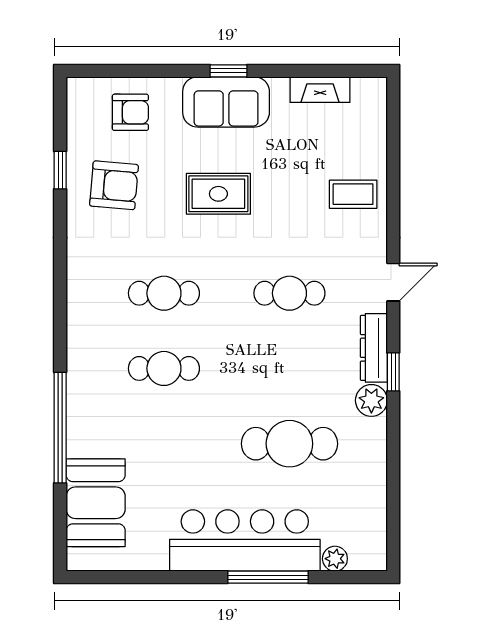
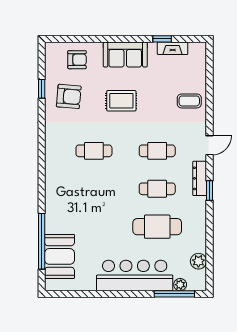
window: (229, 71) -> (162, 39), moved
cafe table: (164, 368) -> (157, 189), moved
plant: (371, 400) -> (198, 261), moved
window: (60, 428) -> (42, 241), moved
window: (268, 577) -> (174, 294), moved

